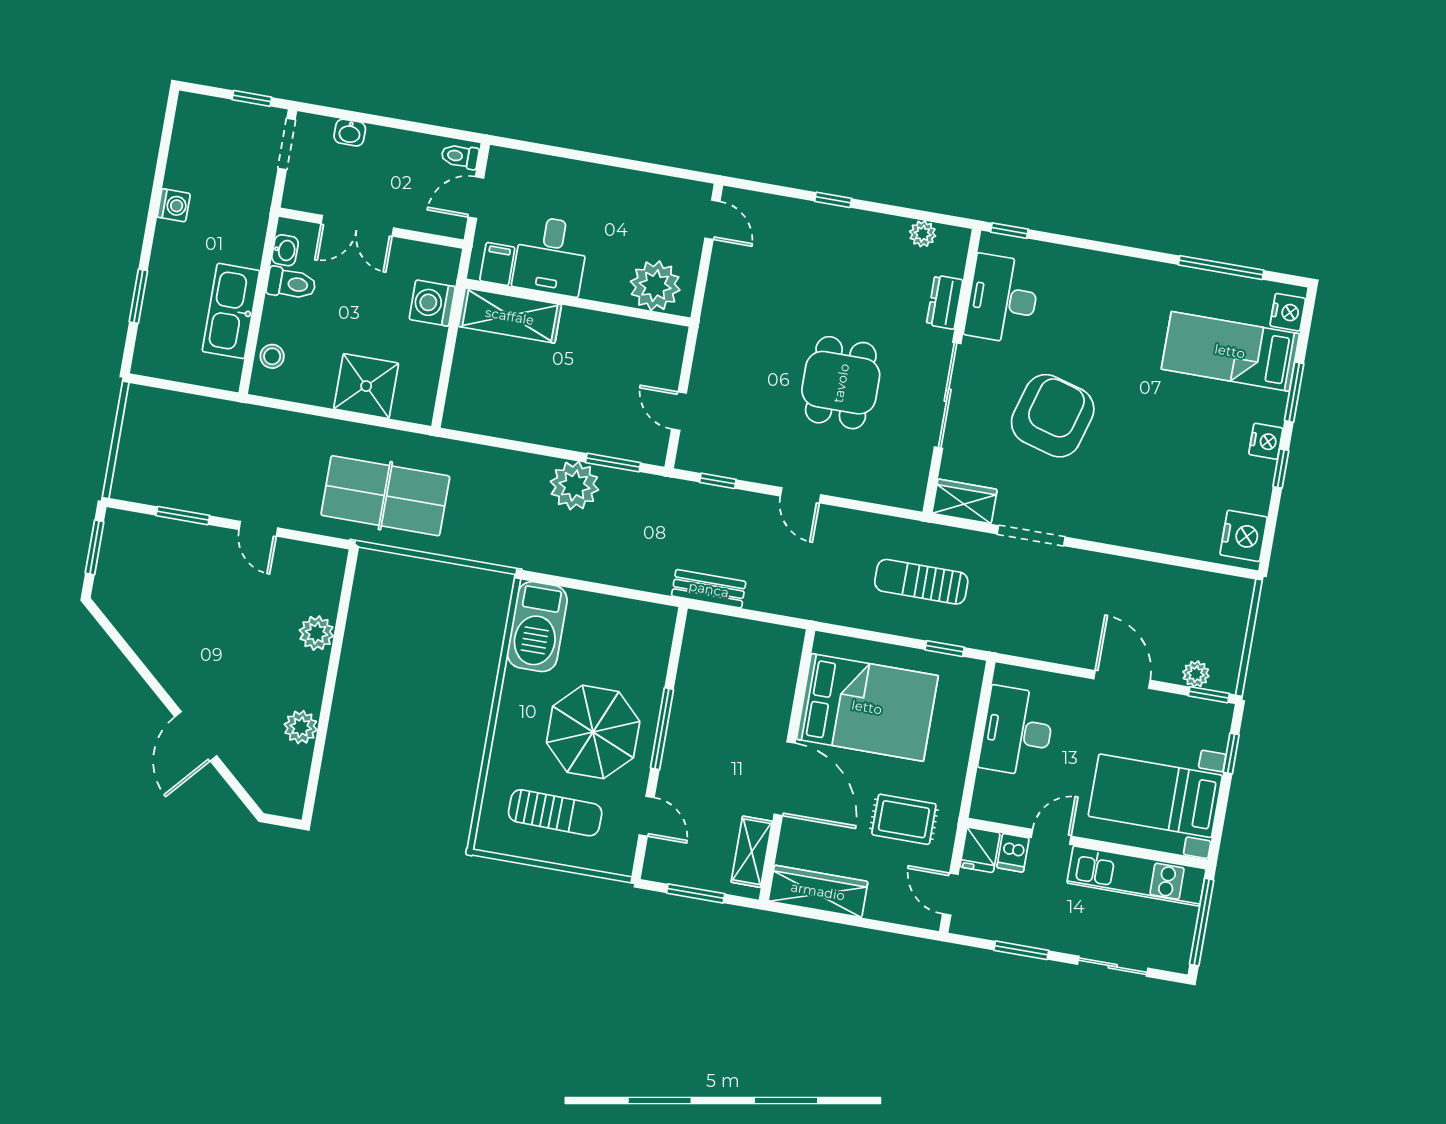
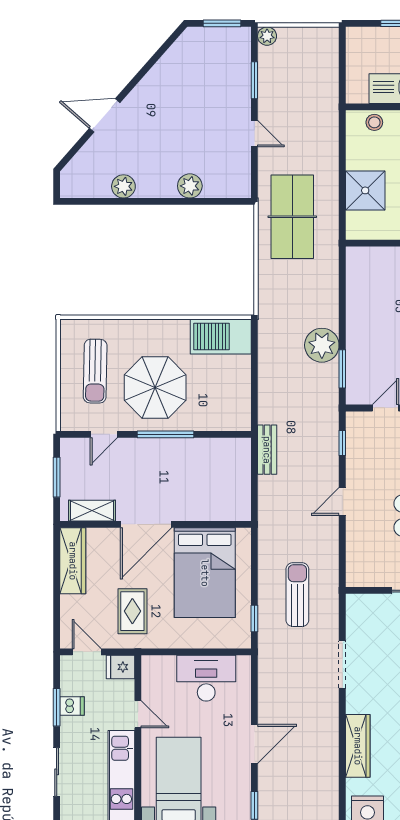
wardrobe: (964, 501) -> (358, 746), moved, width x1.50
door: (258, 529) -> (254, 134), swing flipped
plant: (1196, 674) -> (267, 36), moved
dishwasher: (1013, 853) -> (72, 706), moved, turned 180
door: (950, 894) -> (87, 652), hinge flipped

